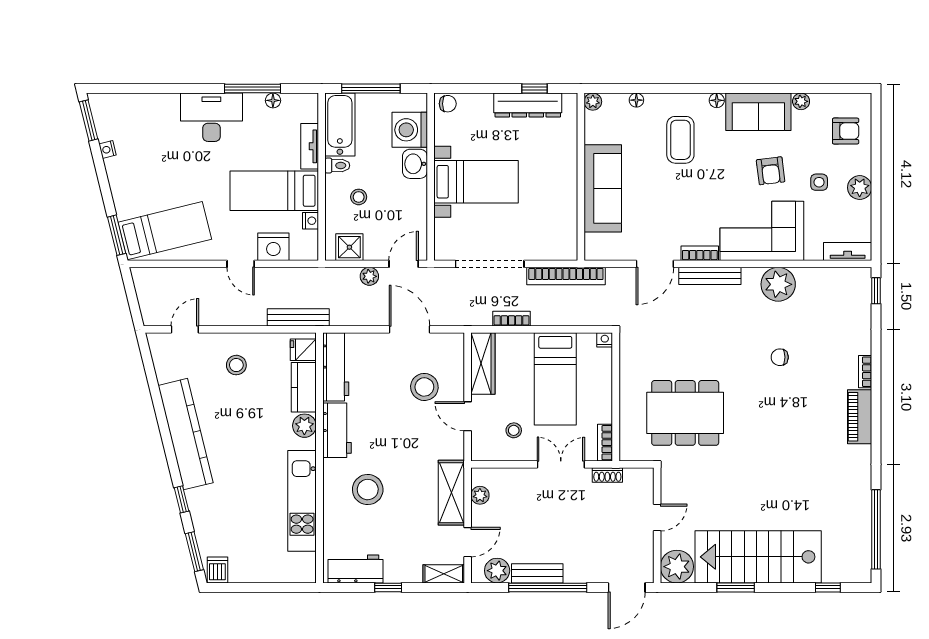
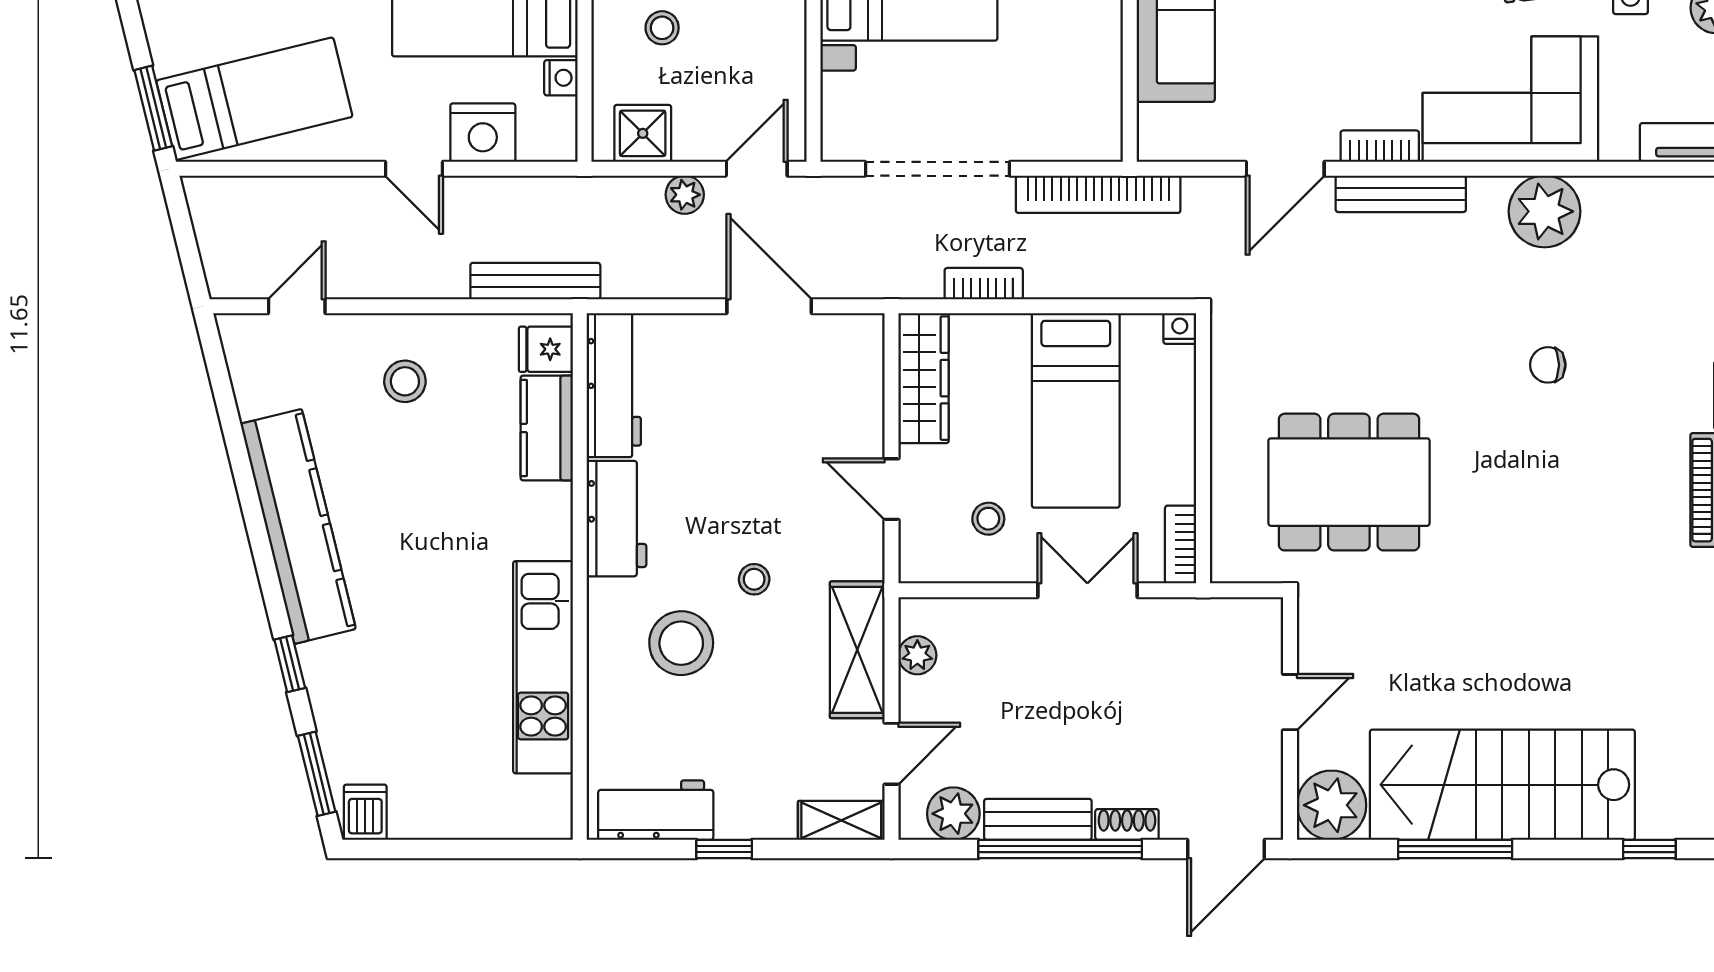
stool: (424, 387) -> (754, 579), moved, width x0.53, depth x0.53
plant: (304, 426) -> (548, 509), removed
shoe rack: (607, 475) -> (1127, 824), moved, turned 180
window: (736, 587) -> (1455, 849), width x1.44

